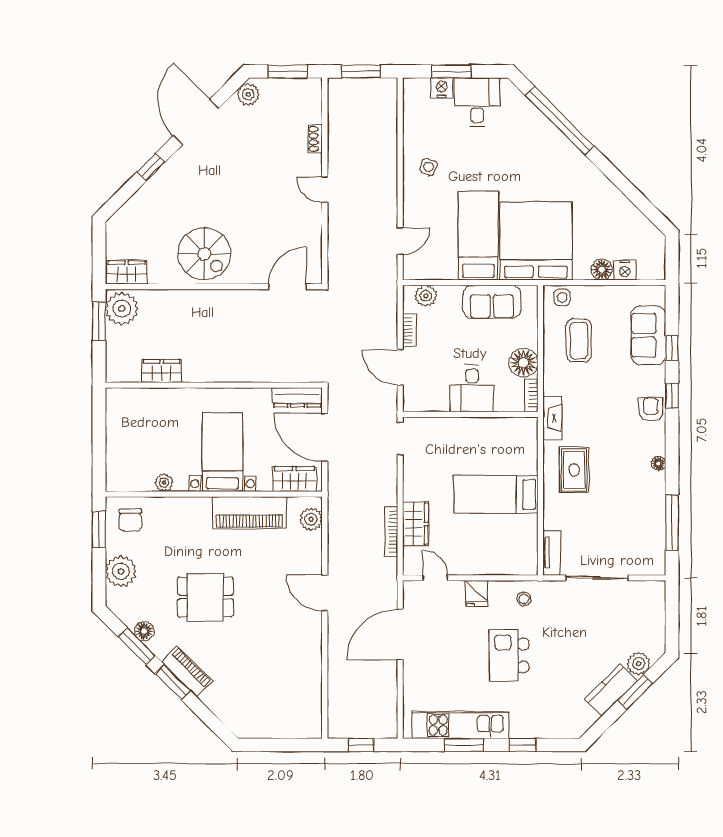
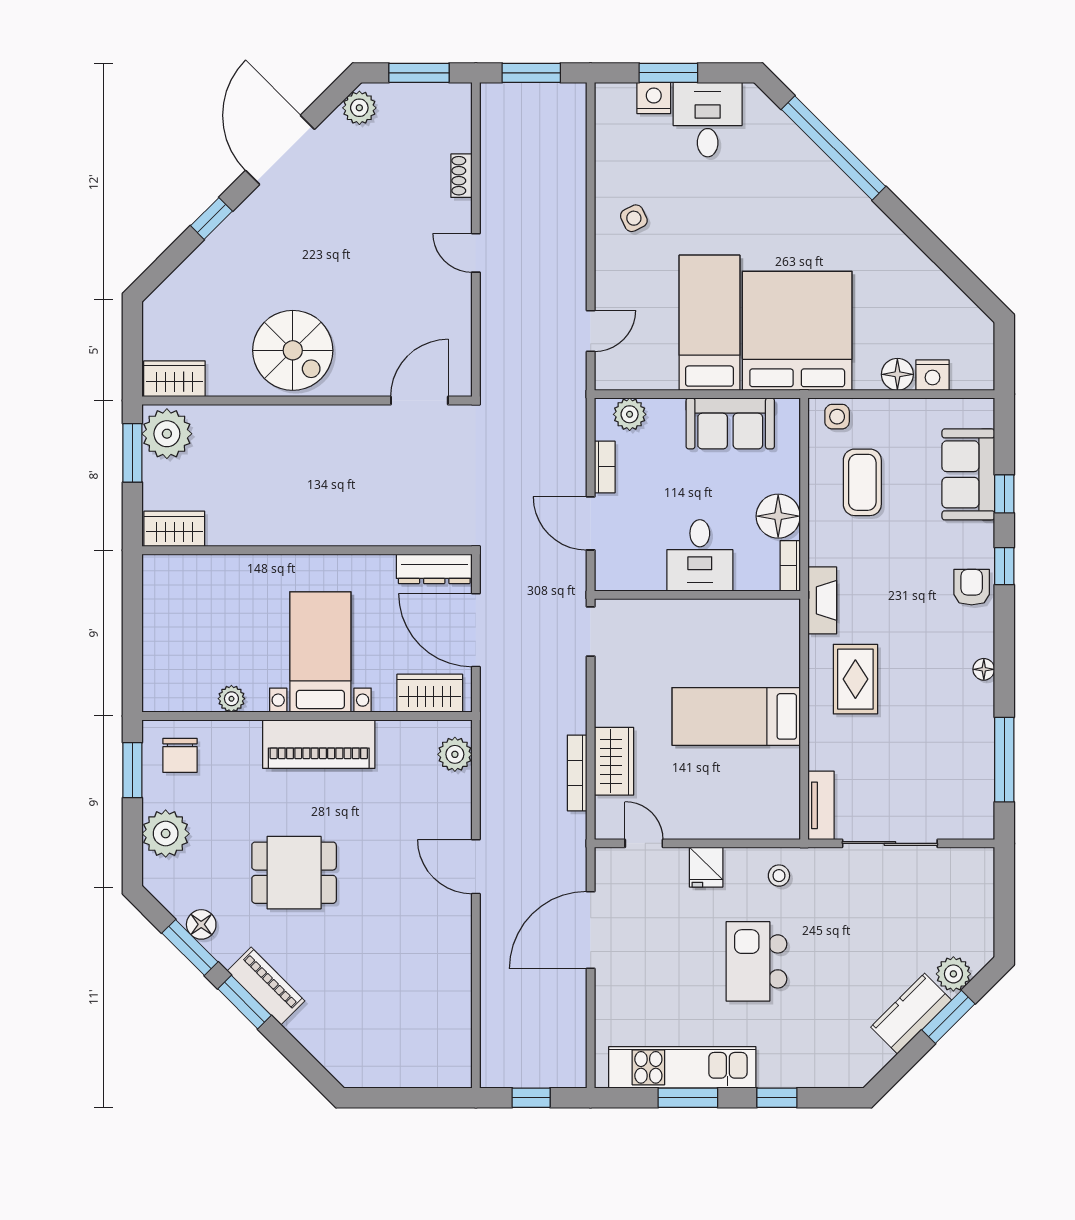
side table: (429, 167) -> (634, 218), turned 45
wardrobe: (162, 371) -> (174, 529), moved
piano: (249, 513) -> (319, 744), moved

